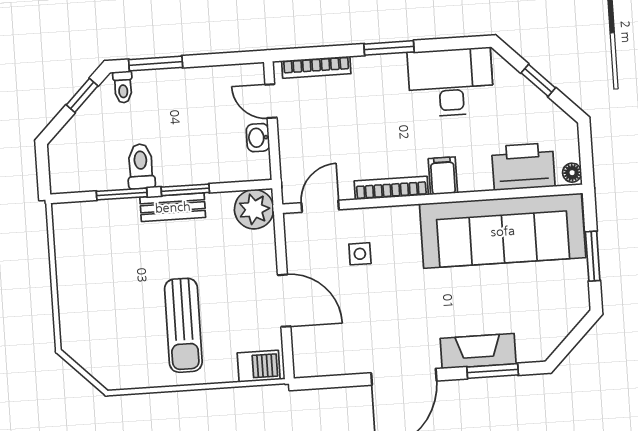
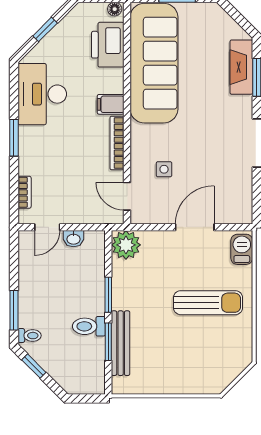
bookcase: (316, 67) -> (25, 192), width x0.64
bench: (173, 207) -> (121, 343), moved, width x1.36
fireplace: (478, 351) -> (241, 67), moved

